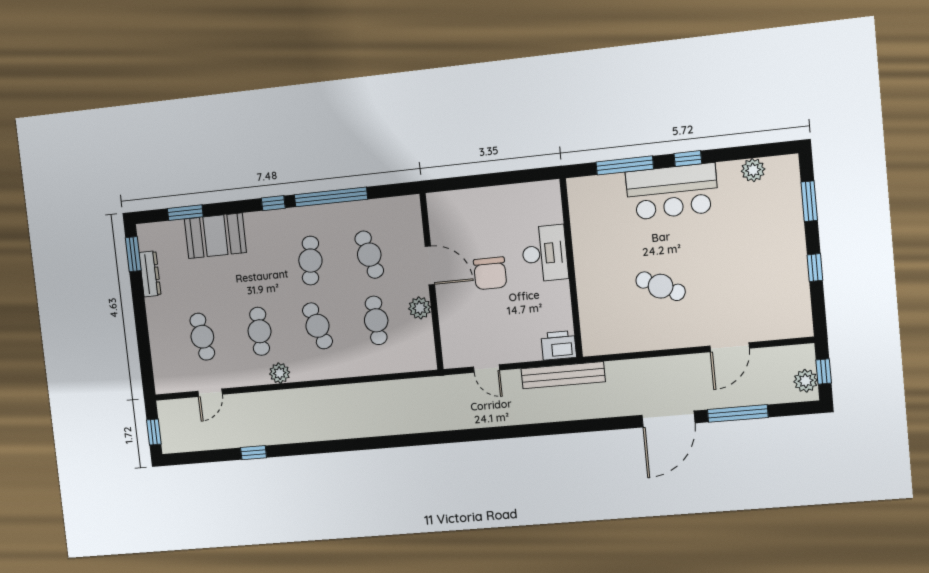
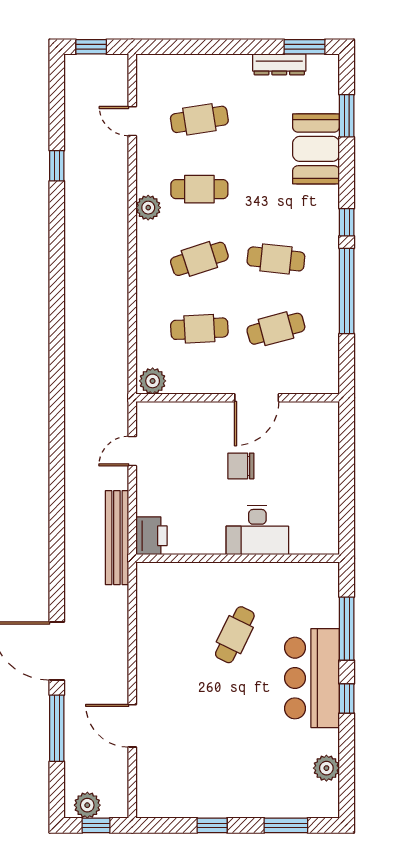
chair: (490, 273) -> (241, 466), width x0.73, depth x0.73
cafe table: (661, 286) -> (235, 635), moved
plant: (420, 308) -> (153, 381), moved

